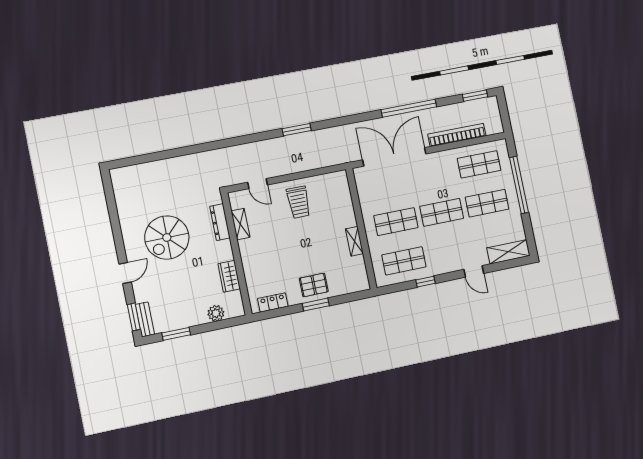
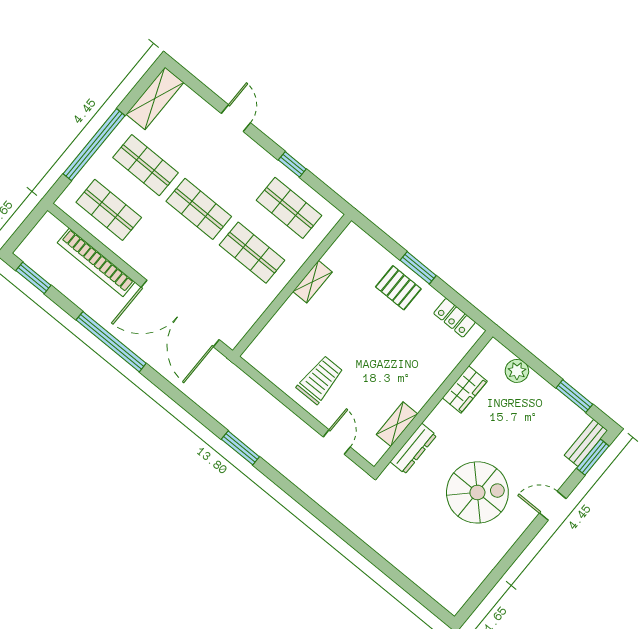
shelving: (508, 252) -> (155, 98), moved, turned 90

